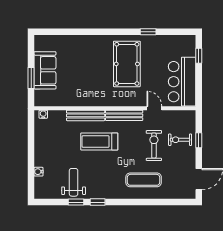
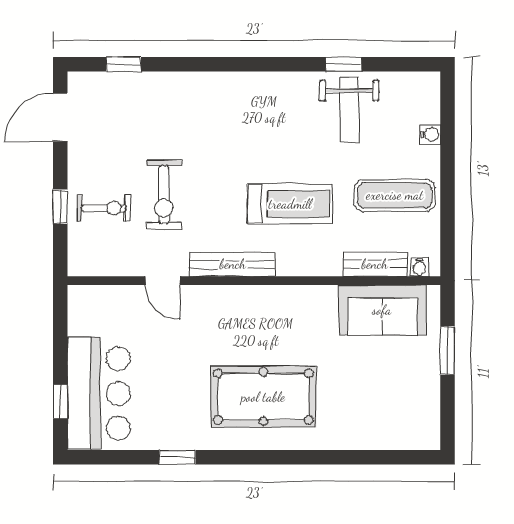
pool table: (127, 64) -> (263, 397), moved, turned 90
sofa: (45, 70) -> (382, 310), moved, turned -90
bar counter: (182, 82) -> (99, 393), moved
bench: (86, 115) -> (375, 264), moved, width x0.73
exercise mat: (144, 180) -> (395, 195), moved
window: (98, 202) -> (124, 64), moved

